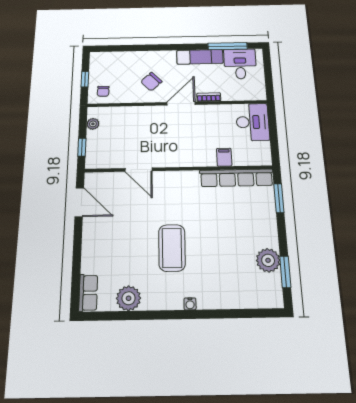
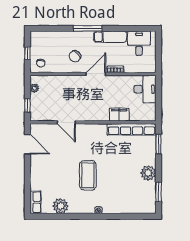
window: (228, 46) -> (87, 28), moved
filing cabinet: (224, 157) -> (119, 115), width x2.00
plant: (268, 260) -> (148, 173), moved

